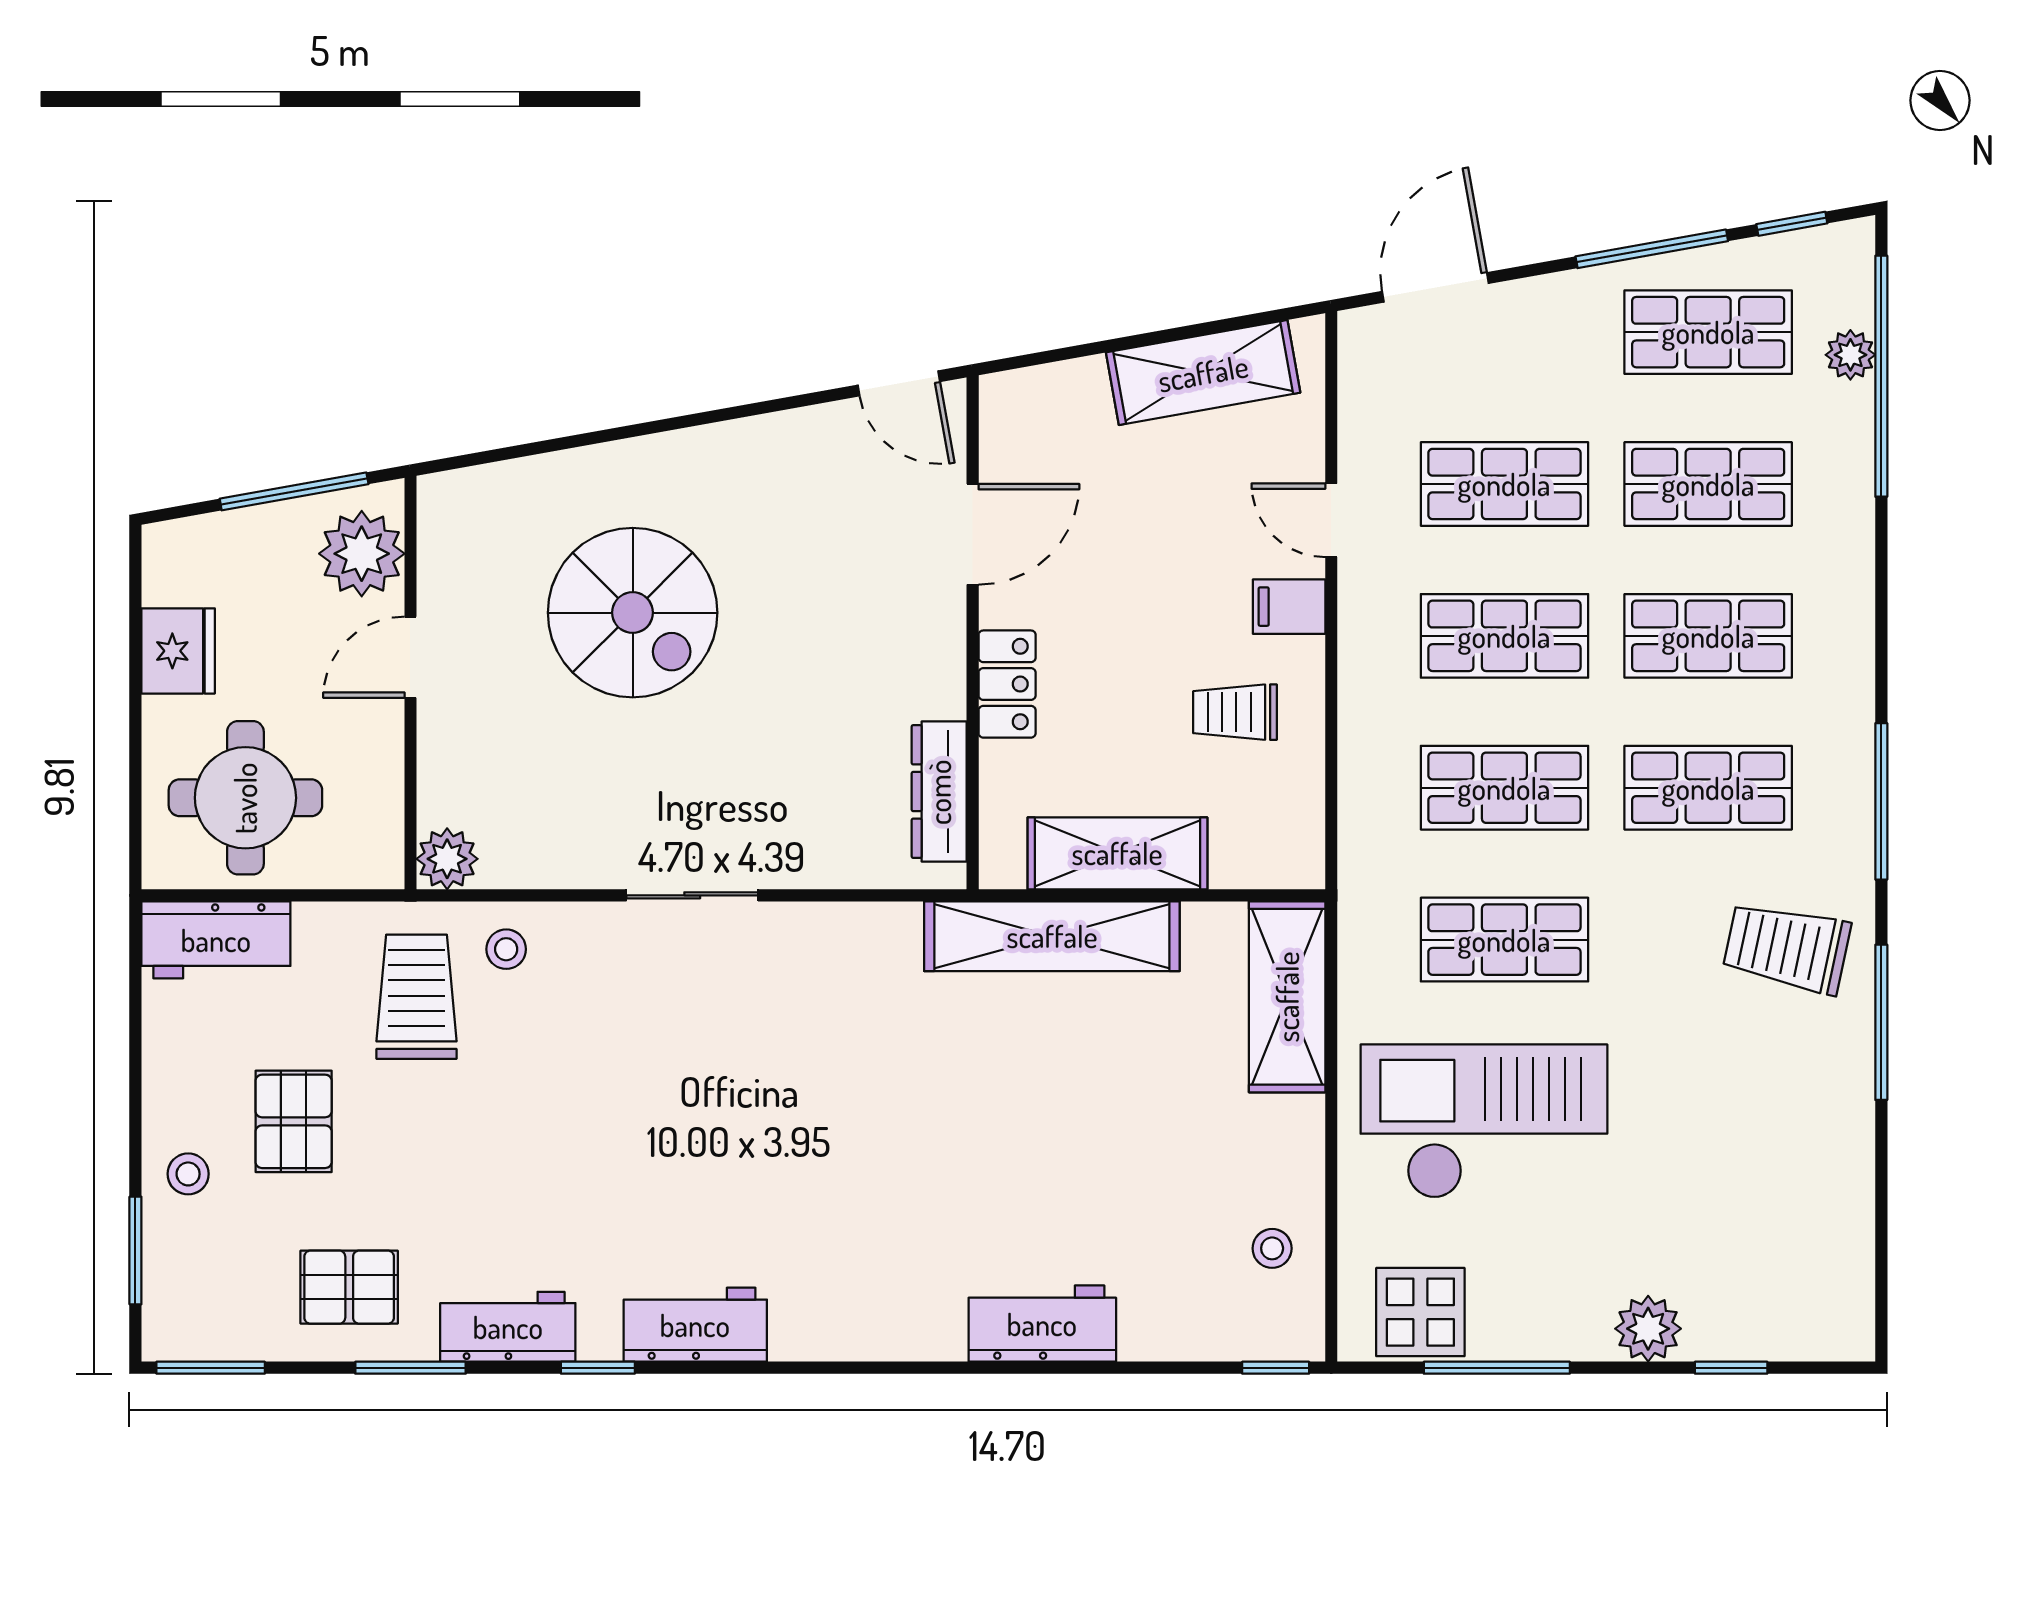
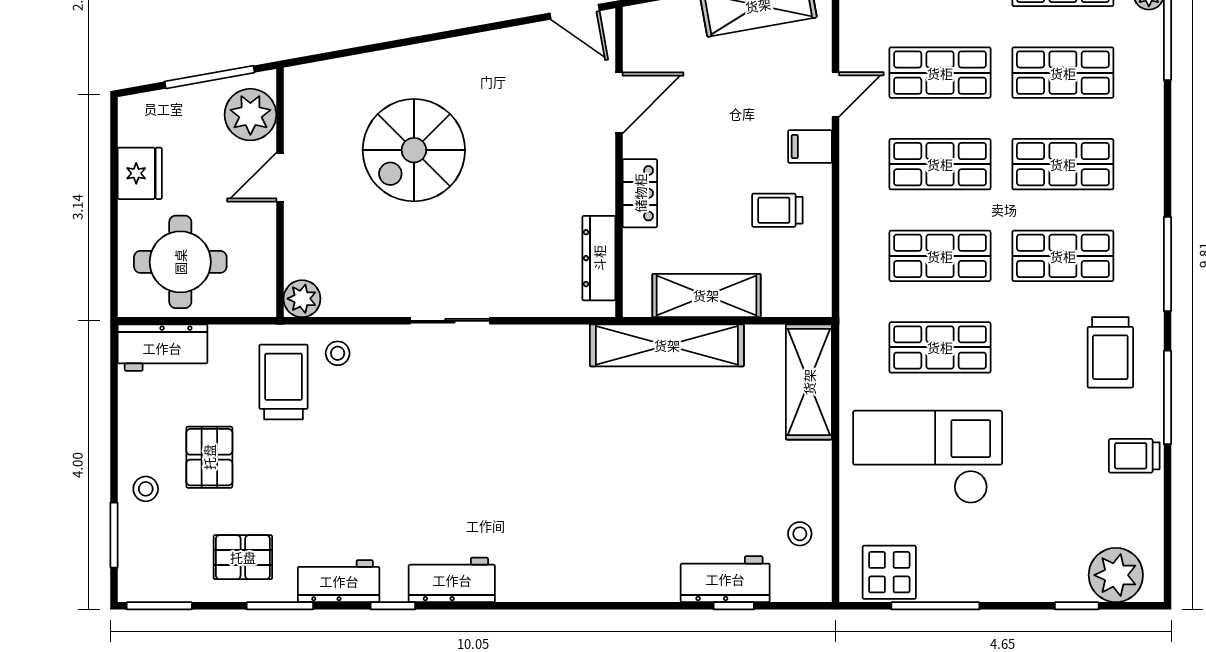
door: (1331, 520) -> (835, 94), swing flipped
spiral stairs: (633, 613) -> (414, 150), turned 90
trolley: (1787, 948) -> (1110, 352), turned -102
trolley: (1826, 1119) -> (1134, 456), added
workbench: (1042, 1324) -> (725, 579), moved
plant: (1648, 1329) -> (1116, 575), moved, width x1.36, depth x1.36
window: (1276, 1368) -> (734, 606), moved

